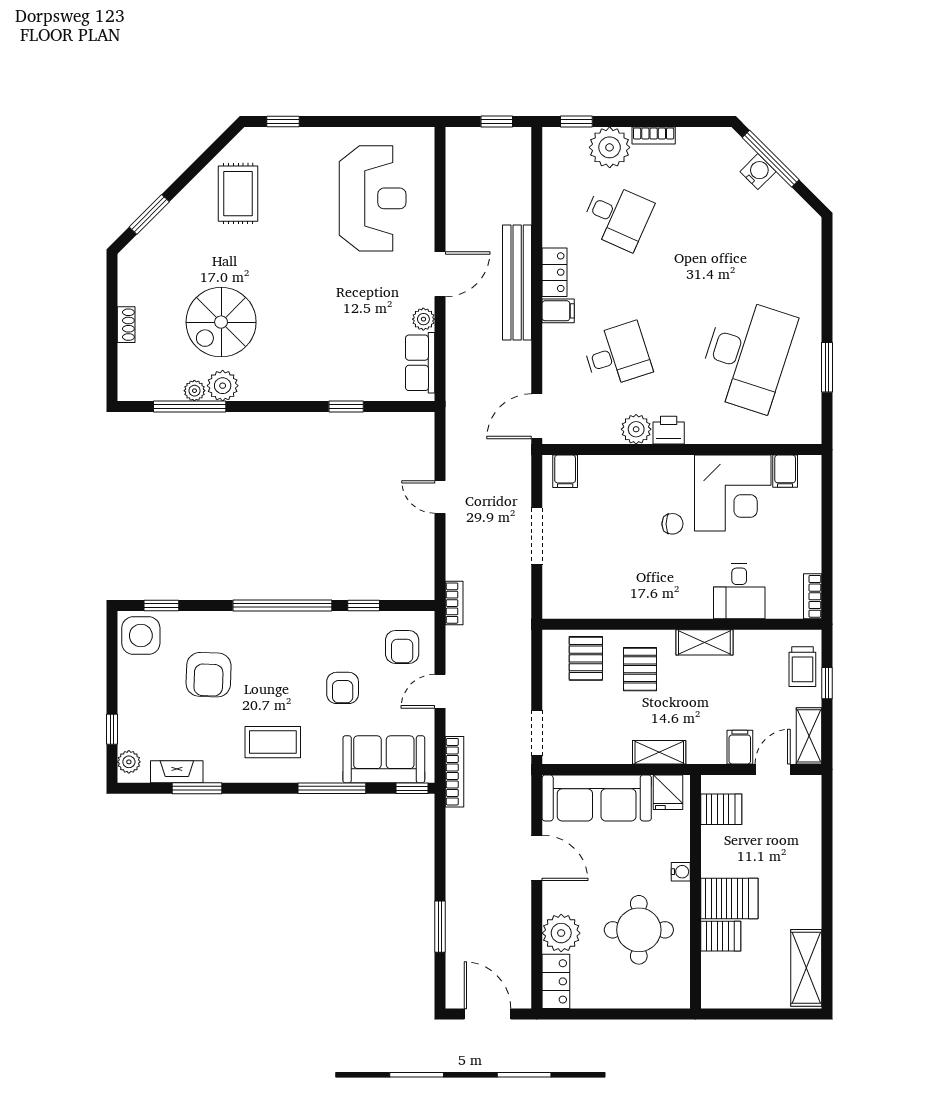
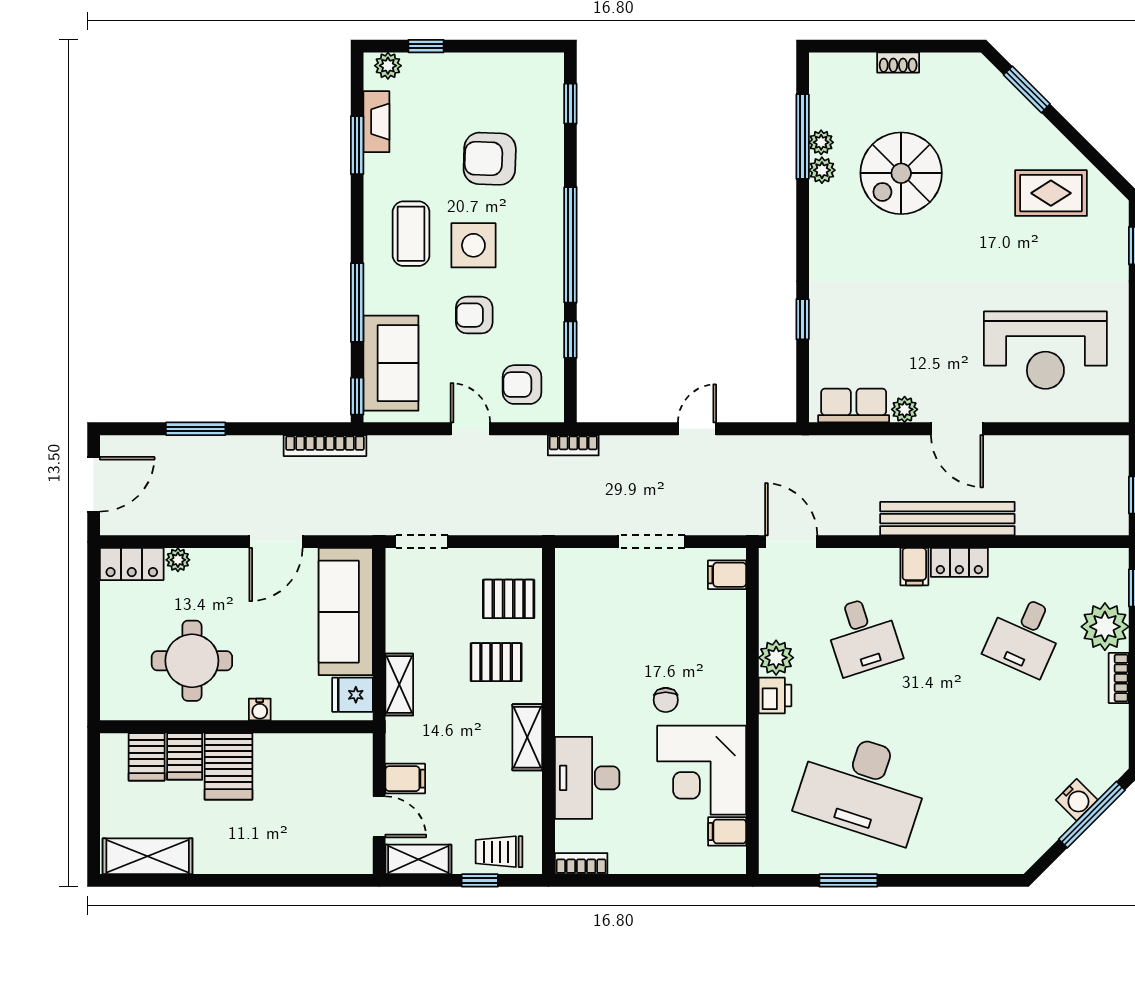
spiral stairs: (221, 322) -> (901, 173), turned -90
plant: (223, 386) -> (822, 170), width x0.73, depth x0.73
desk: (739, 591) -> (587, 778), width x1.37
side table: (141, 636) -> (473, 245), moved
bookcase: (454, 772) -> (325, 446), moved
server rack: (721, 809) -> (147, 757), moved
plant: (561, 933) -> (178, 560), width x0.53, depth x0.53

